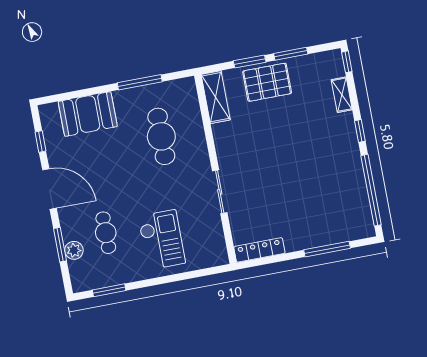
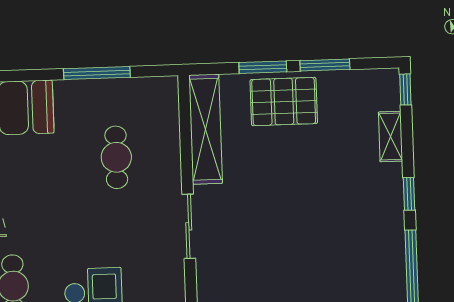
shelving: (216, 97) -> (206, 129), width x1.47
cafe table: (161, 136) -> (116, 157), width x0.73, depth x0.74
sliding door: (220, 192) -> (189, 226), moved

